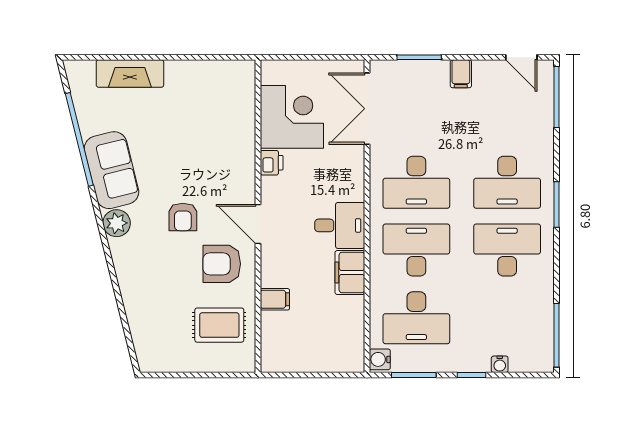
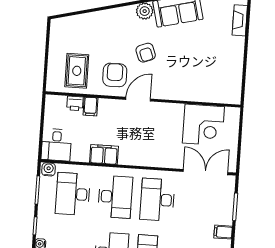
fireplace: (130, 74) -> (240, 20), width x0.73, depth x0.76
printer: (272, 163) -> (75, 103), moved
armchair: (183, 217) -> (146, 53), turned -111
desk: (340, 225) -> (56, 145), moved

